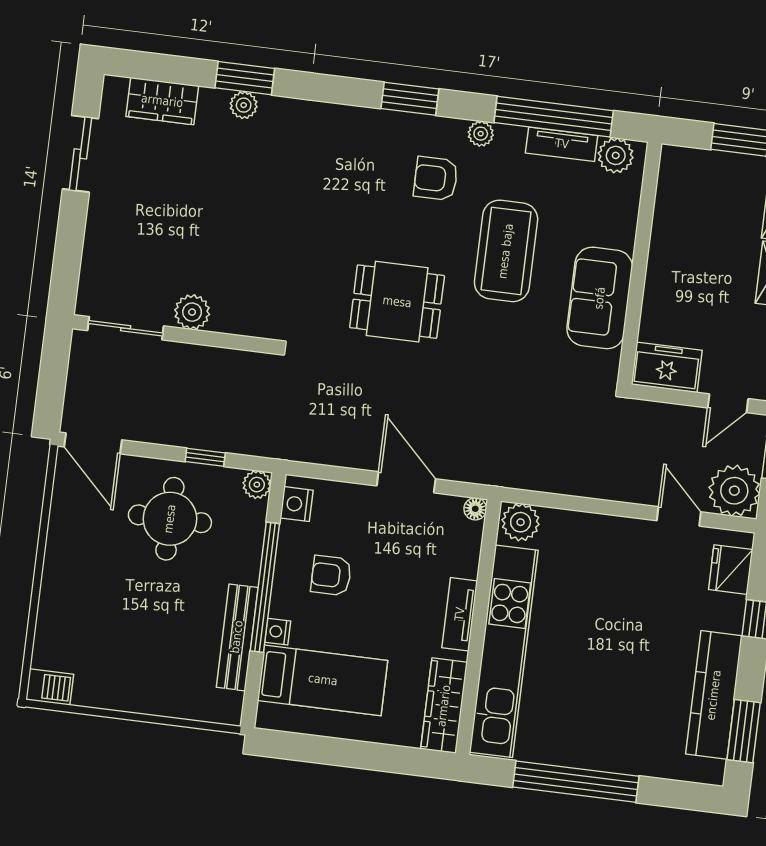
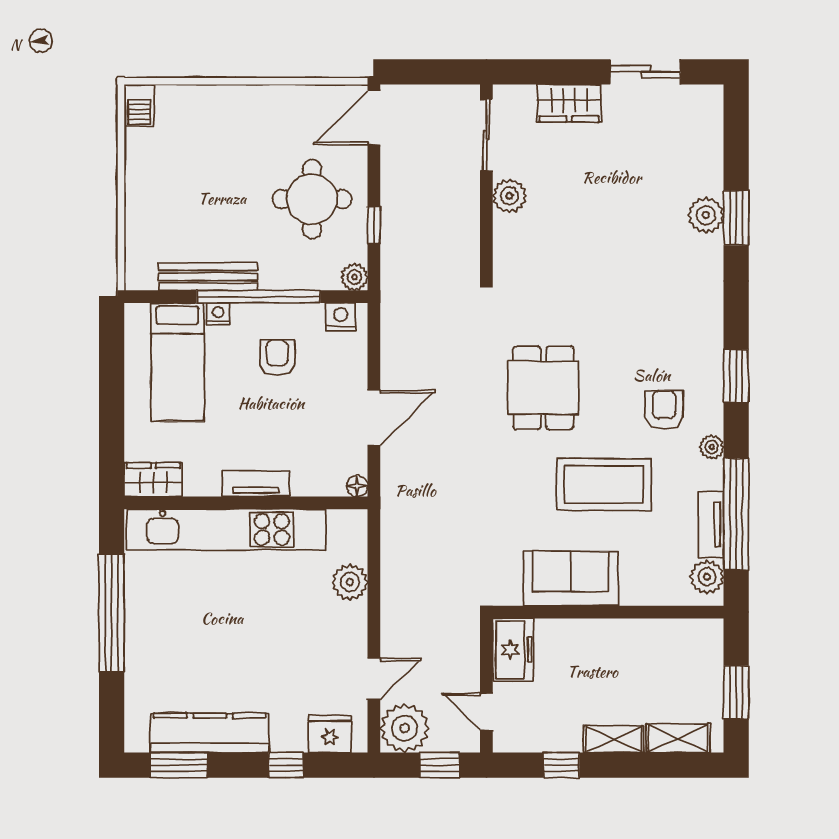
wardrobe: (162, 101) -> (569, 103), moved, turned -90
plant: (244, 105) -> (706, 215), width x1.38, depth x1.38
plant: (521, 522) -> (350, 582), moved
wardrobe: (444, 706) -> (153, 480), width x0.67

